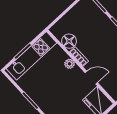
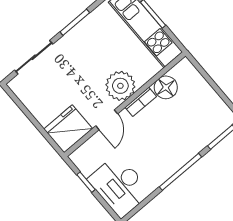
plant: (69, 64) -> (120, 86), width x1.88, depth x1.88

